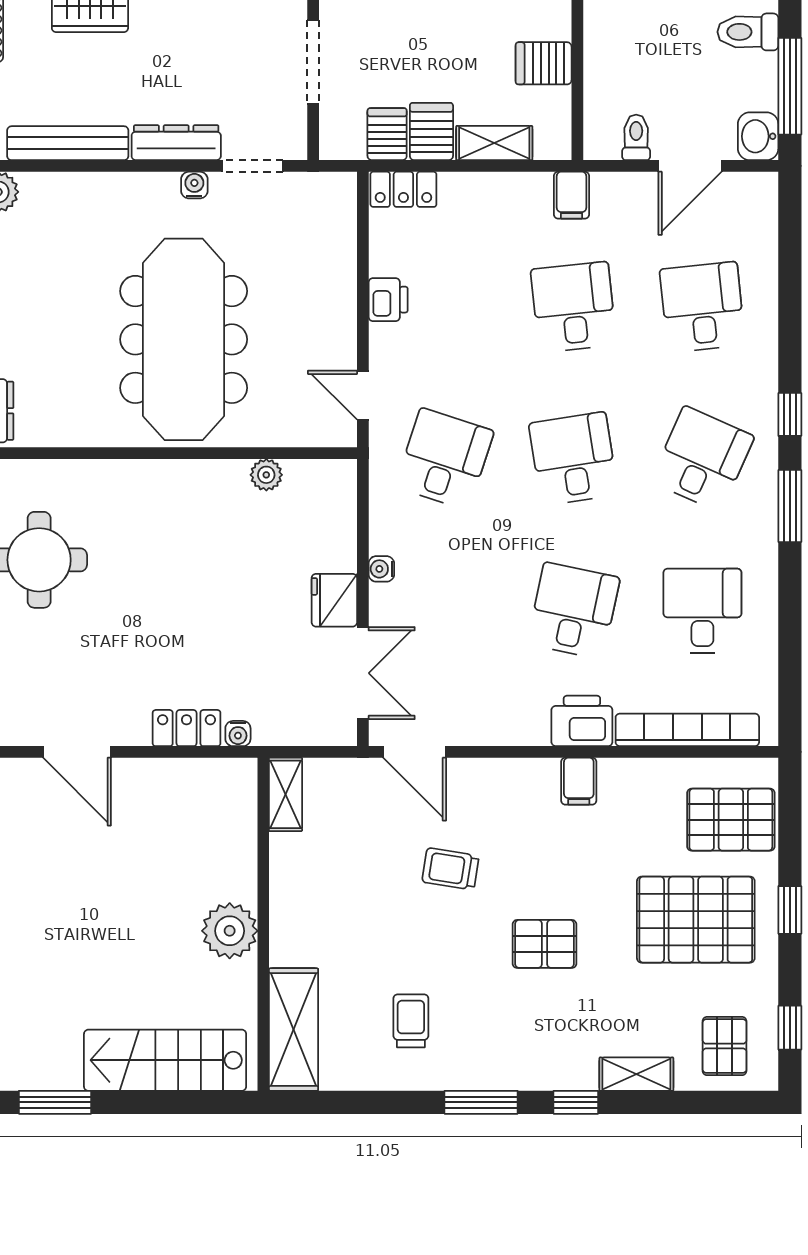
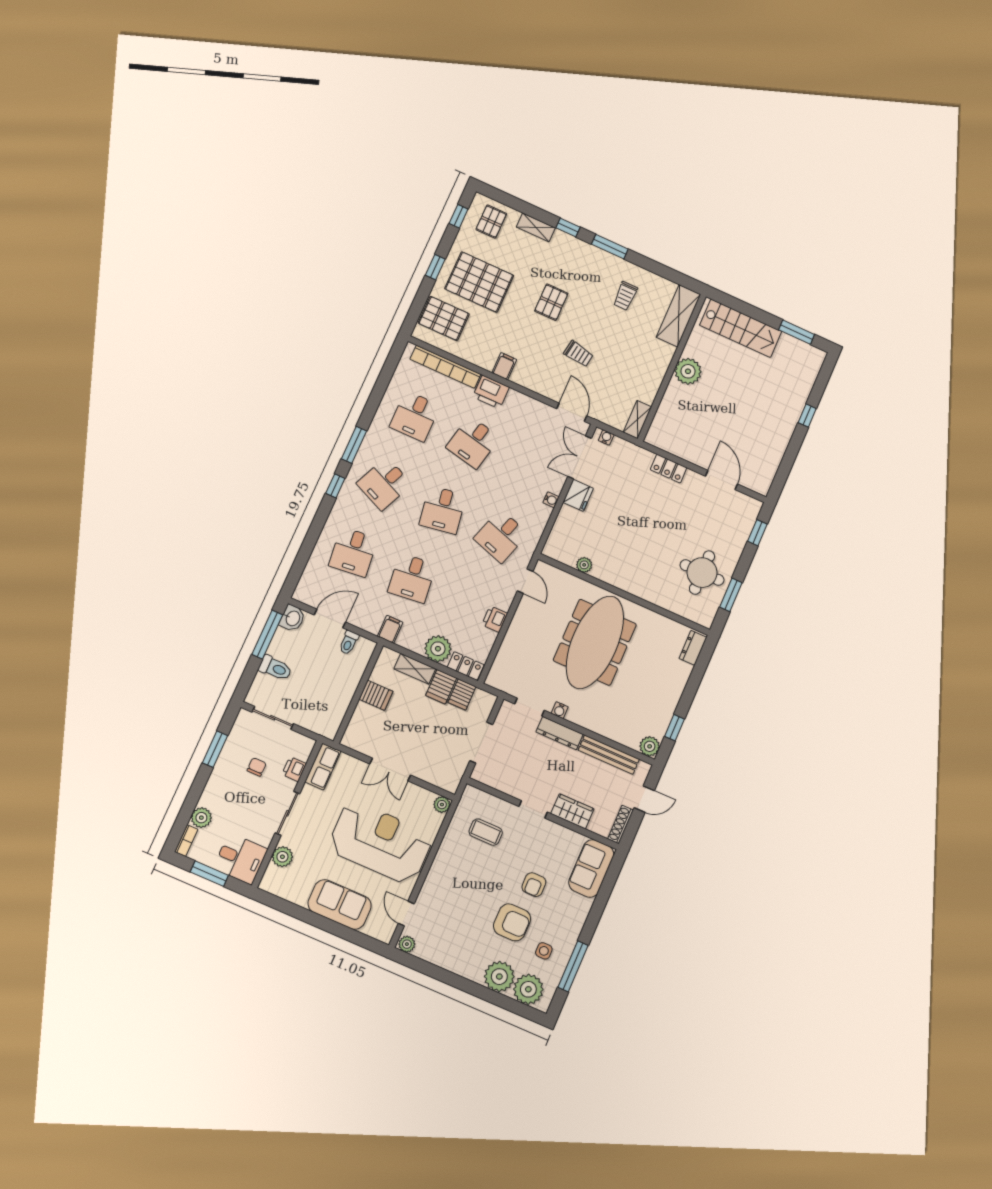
plant: (468, 199) -> (438, 649), added
water cooler: (238, 734) -> (606, 437), moved
pallet: (544, 944) -> (551, 302), turned 90

